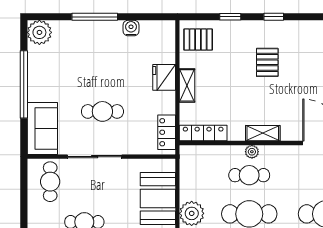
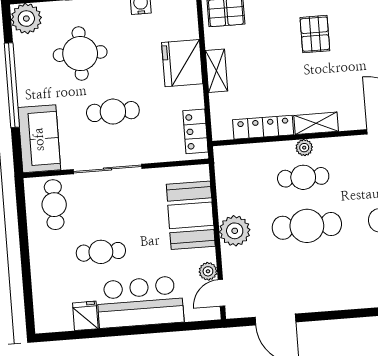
round table: (80, 63) -> (80, 54), added
fridge: (164, 77) -> (182, 63), width x1.36, depth x1.34
locker: (203, 133) -> (263, 127), moved

